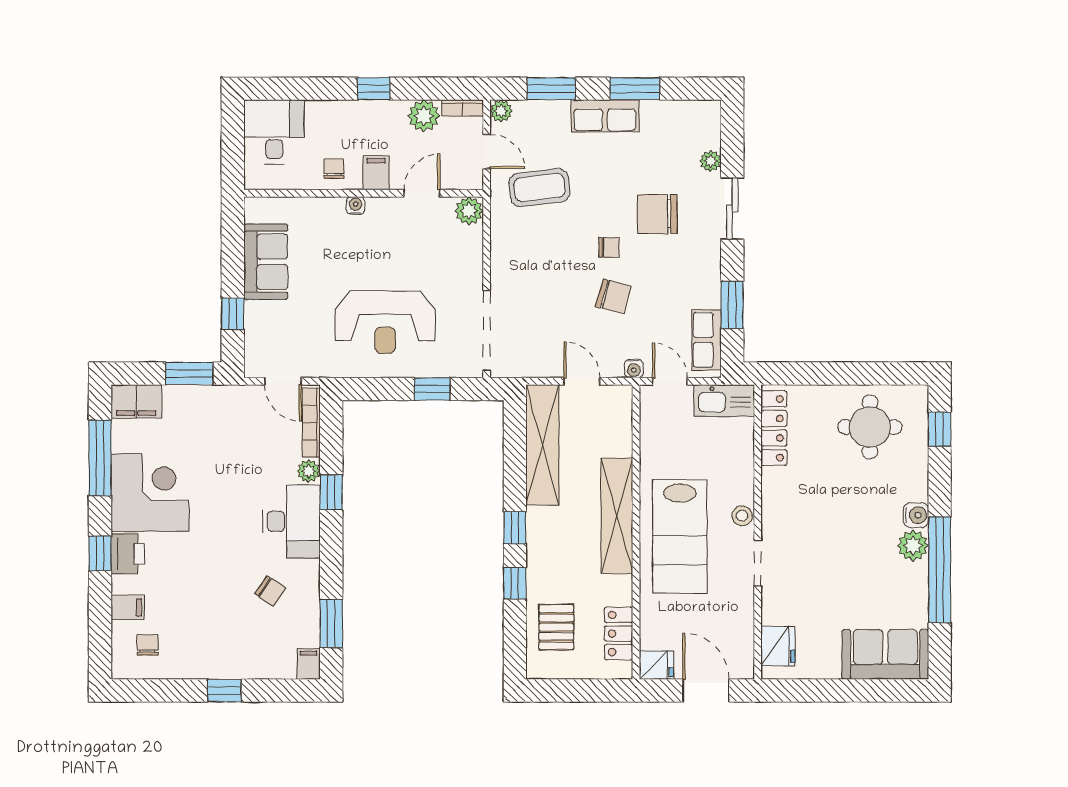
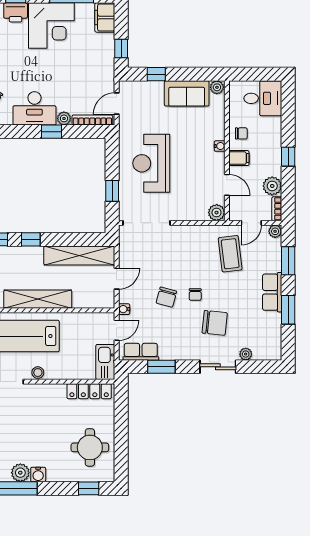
plant: (255, 210) -> (217, 87), added
chair: (657, 214) -> (215, 323), turned 96
window: (189, 374) -> (121, 49), width x0.67

